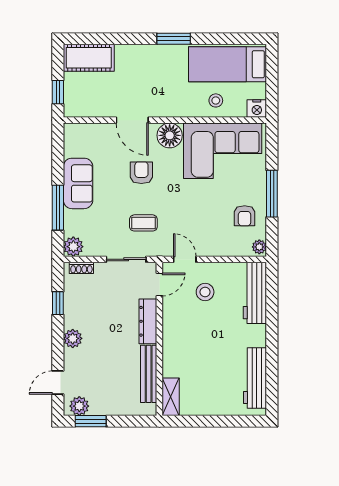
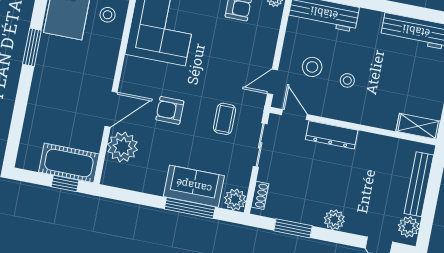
cot: (89, 58) -> (69, 163), moved, turned 90
floor lamp: (170, 135) -> (136, 72), removed
plant: (101, 137) -> (123, 147), added
sofa: (78, 183) -> (194, 186), moved
window: (58, 303) -> (293, 228), width x1.50
stool: (199, 326) -> (347, 80), added
bench: (149, 374) -> (419, 184), moved, turned 90
window: (91, 421) -> (427, 218), removed

